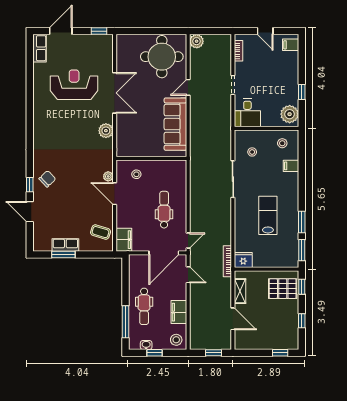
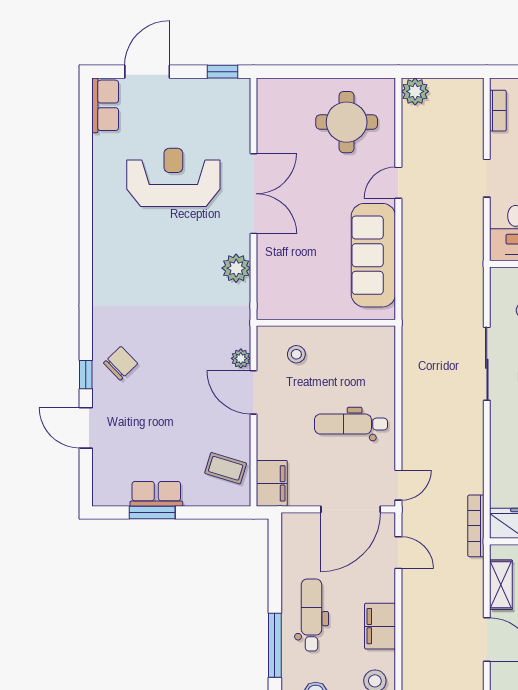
round table: (162, 57) -> (347, 122), width x0.73, depth x0.73
dental chair: (164, 210) -> (351, 424), turned -90
dental chair: (144, 306) -> (311, 615), turned 180

